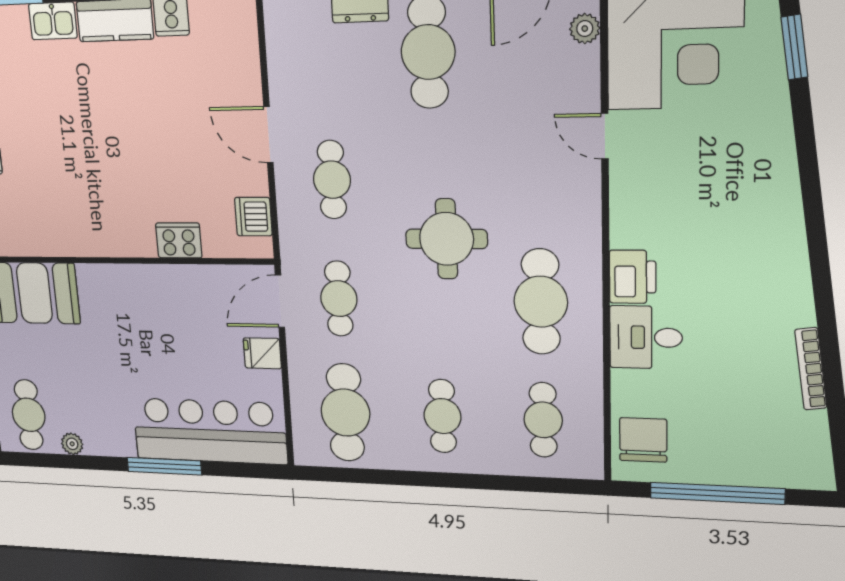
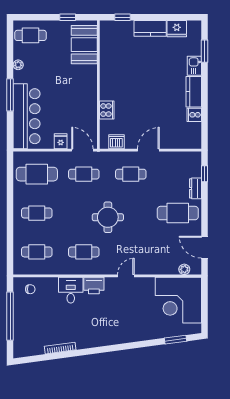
door: (605, 136) -> (126, 276), moved
cafe table: (541, 302) -> (84, 252), width x0.73, depth x0.74
chair: (643, 440) -> (30, 289), width x0.54, depth x0.54
plant: (72, 444) -> (18, 65), moved

